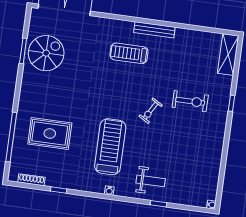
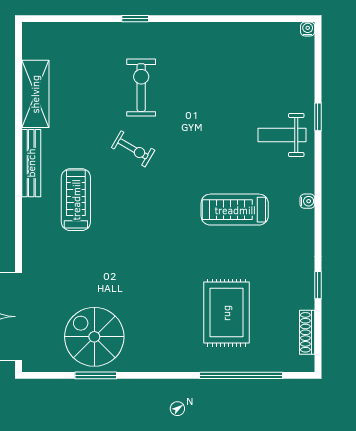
treadmill: (129, 53) -> (76, 200), turned 180
shelving: (228, 55) -> (35, 94), moved, turned 90
exercise bike: (151, 111) -> (133, 149), moved
treadmill: (110, 147) -> (235, 210), width x0.73, depth x0.73
weight bench: (151, 181) -> (282, 135), turned -90

